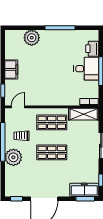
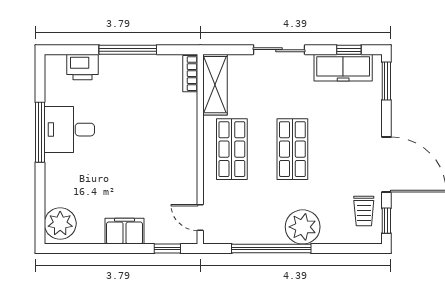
plant: (32, 38) -> (60, 223), moved
desk: (86, 69) -> (69, 130), moved, turned -90
trolley: (22, 136) -> (364, 211), moved
freezer: (84, 190) -> (343, 68), moved, turned -90

